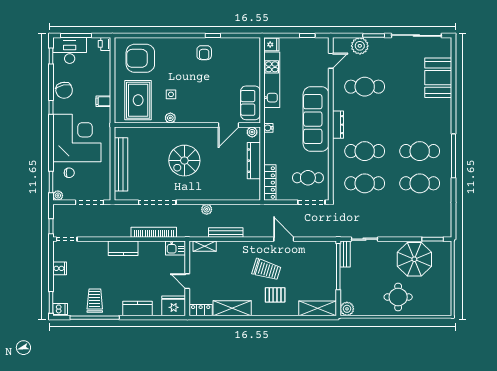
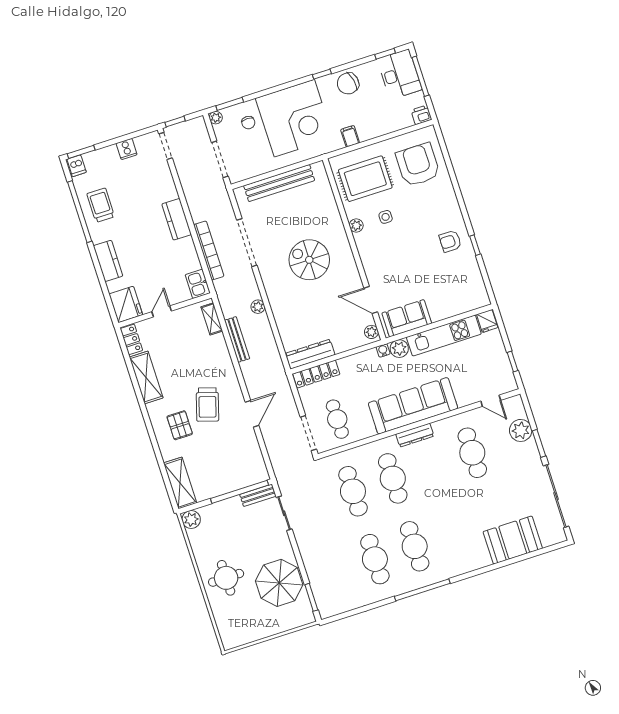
plant: (271, 116) -> (399, 349), added
dresser: (254, 161) -> (310, 354), moved
trolley: (95, 301) -> (101, 205), turned -90

